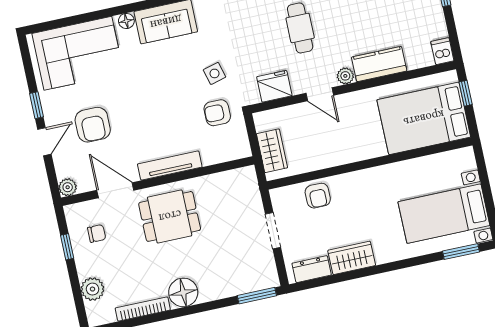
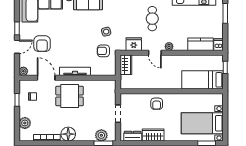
kitchen counter: (379, 64) -> (200, 44), moved
bed: (424, 118) -> (203, 80), width x0.67
wardrobe: (272, 151) -> (126, 65), moved
armchair: (318, 196) -> (157, 104), moved
plant: (249, 281) -> (101, 135), added

